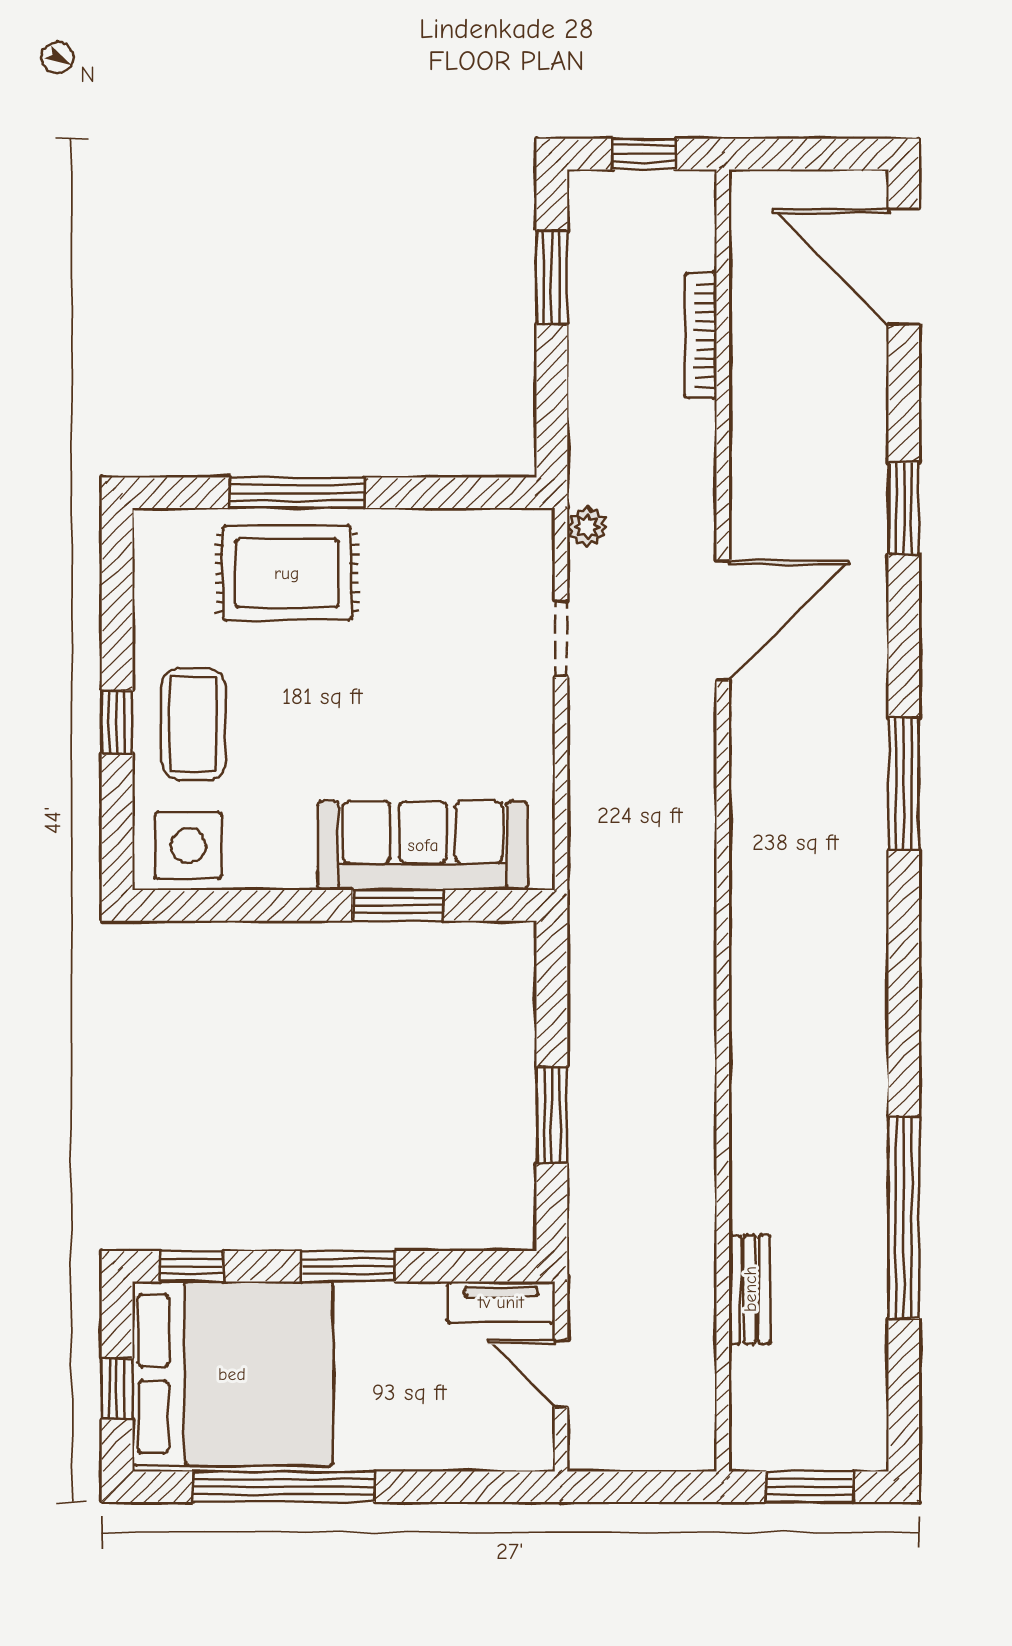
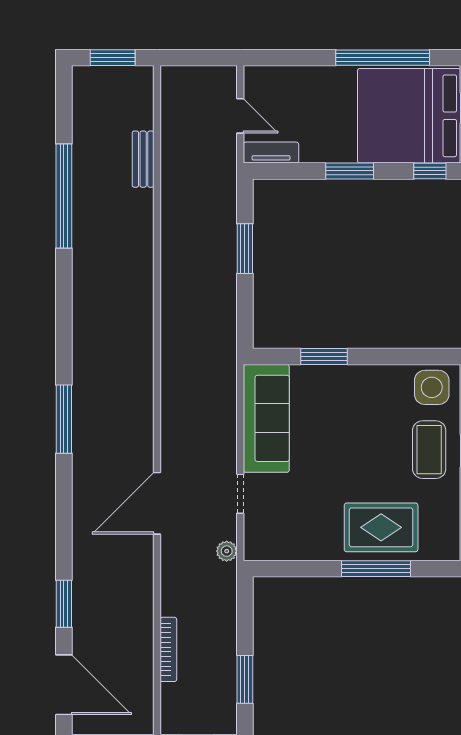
window: (904, 508) -> (64, 604), moved
sofa: (423, 845) -> (266, 418), moved, turned -90

